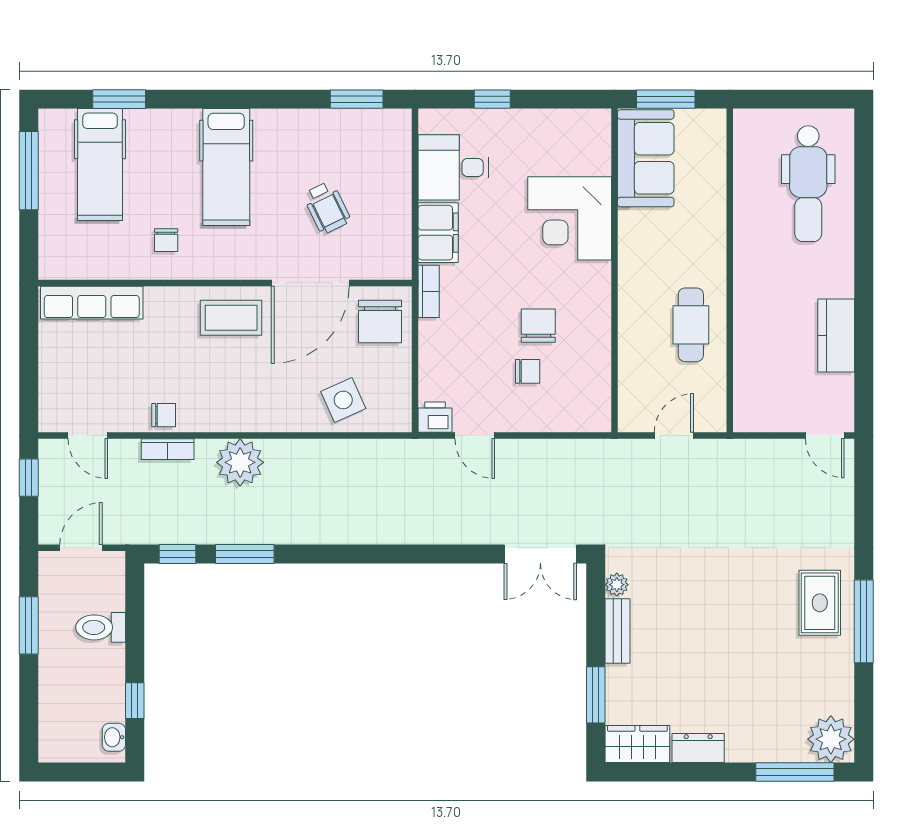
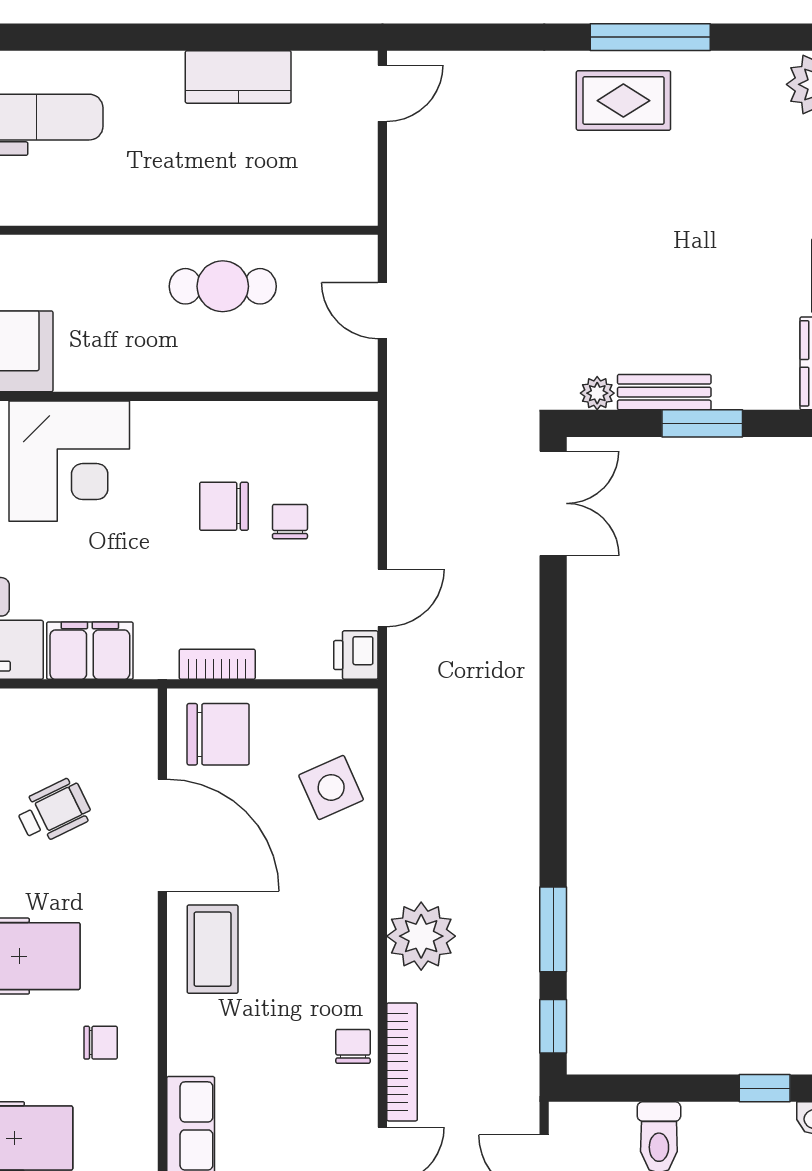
bookcase: (429, 291) -> (217, 664), moved
bookcase: (168, 449) -> (402, 1062), width x1.56
window: (596, 695) -> (702, 423), moved

